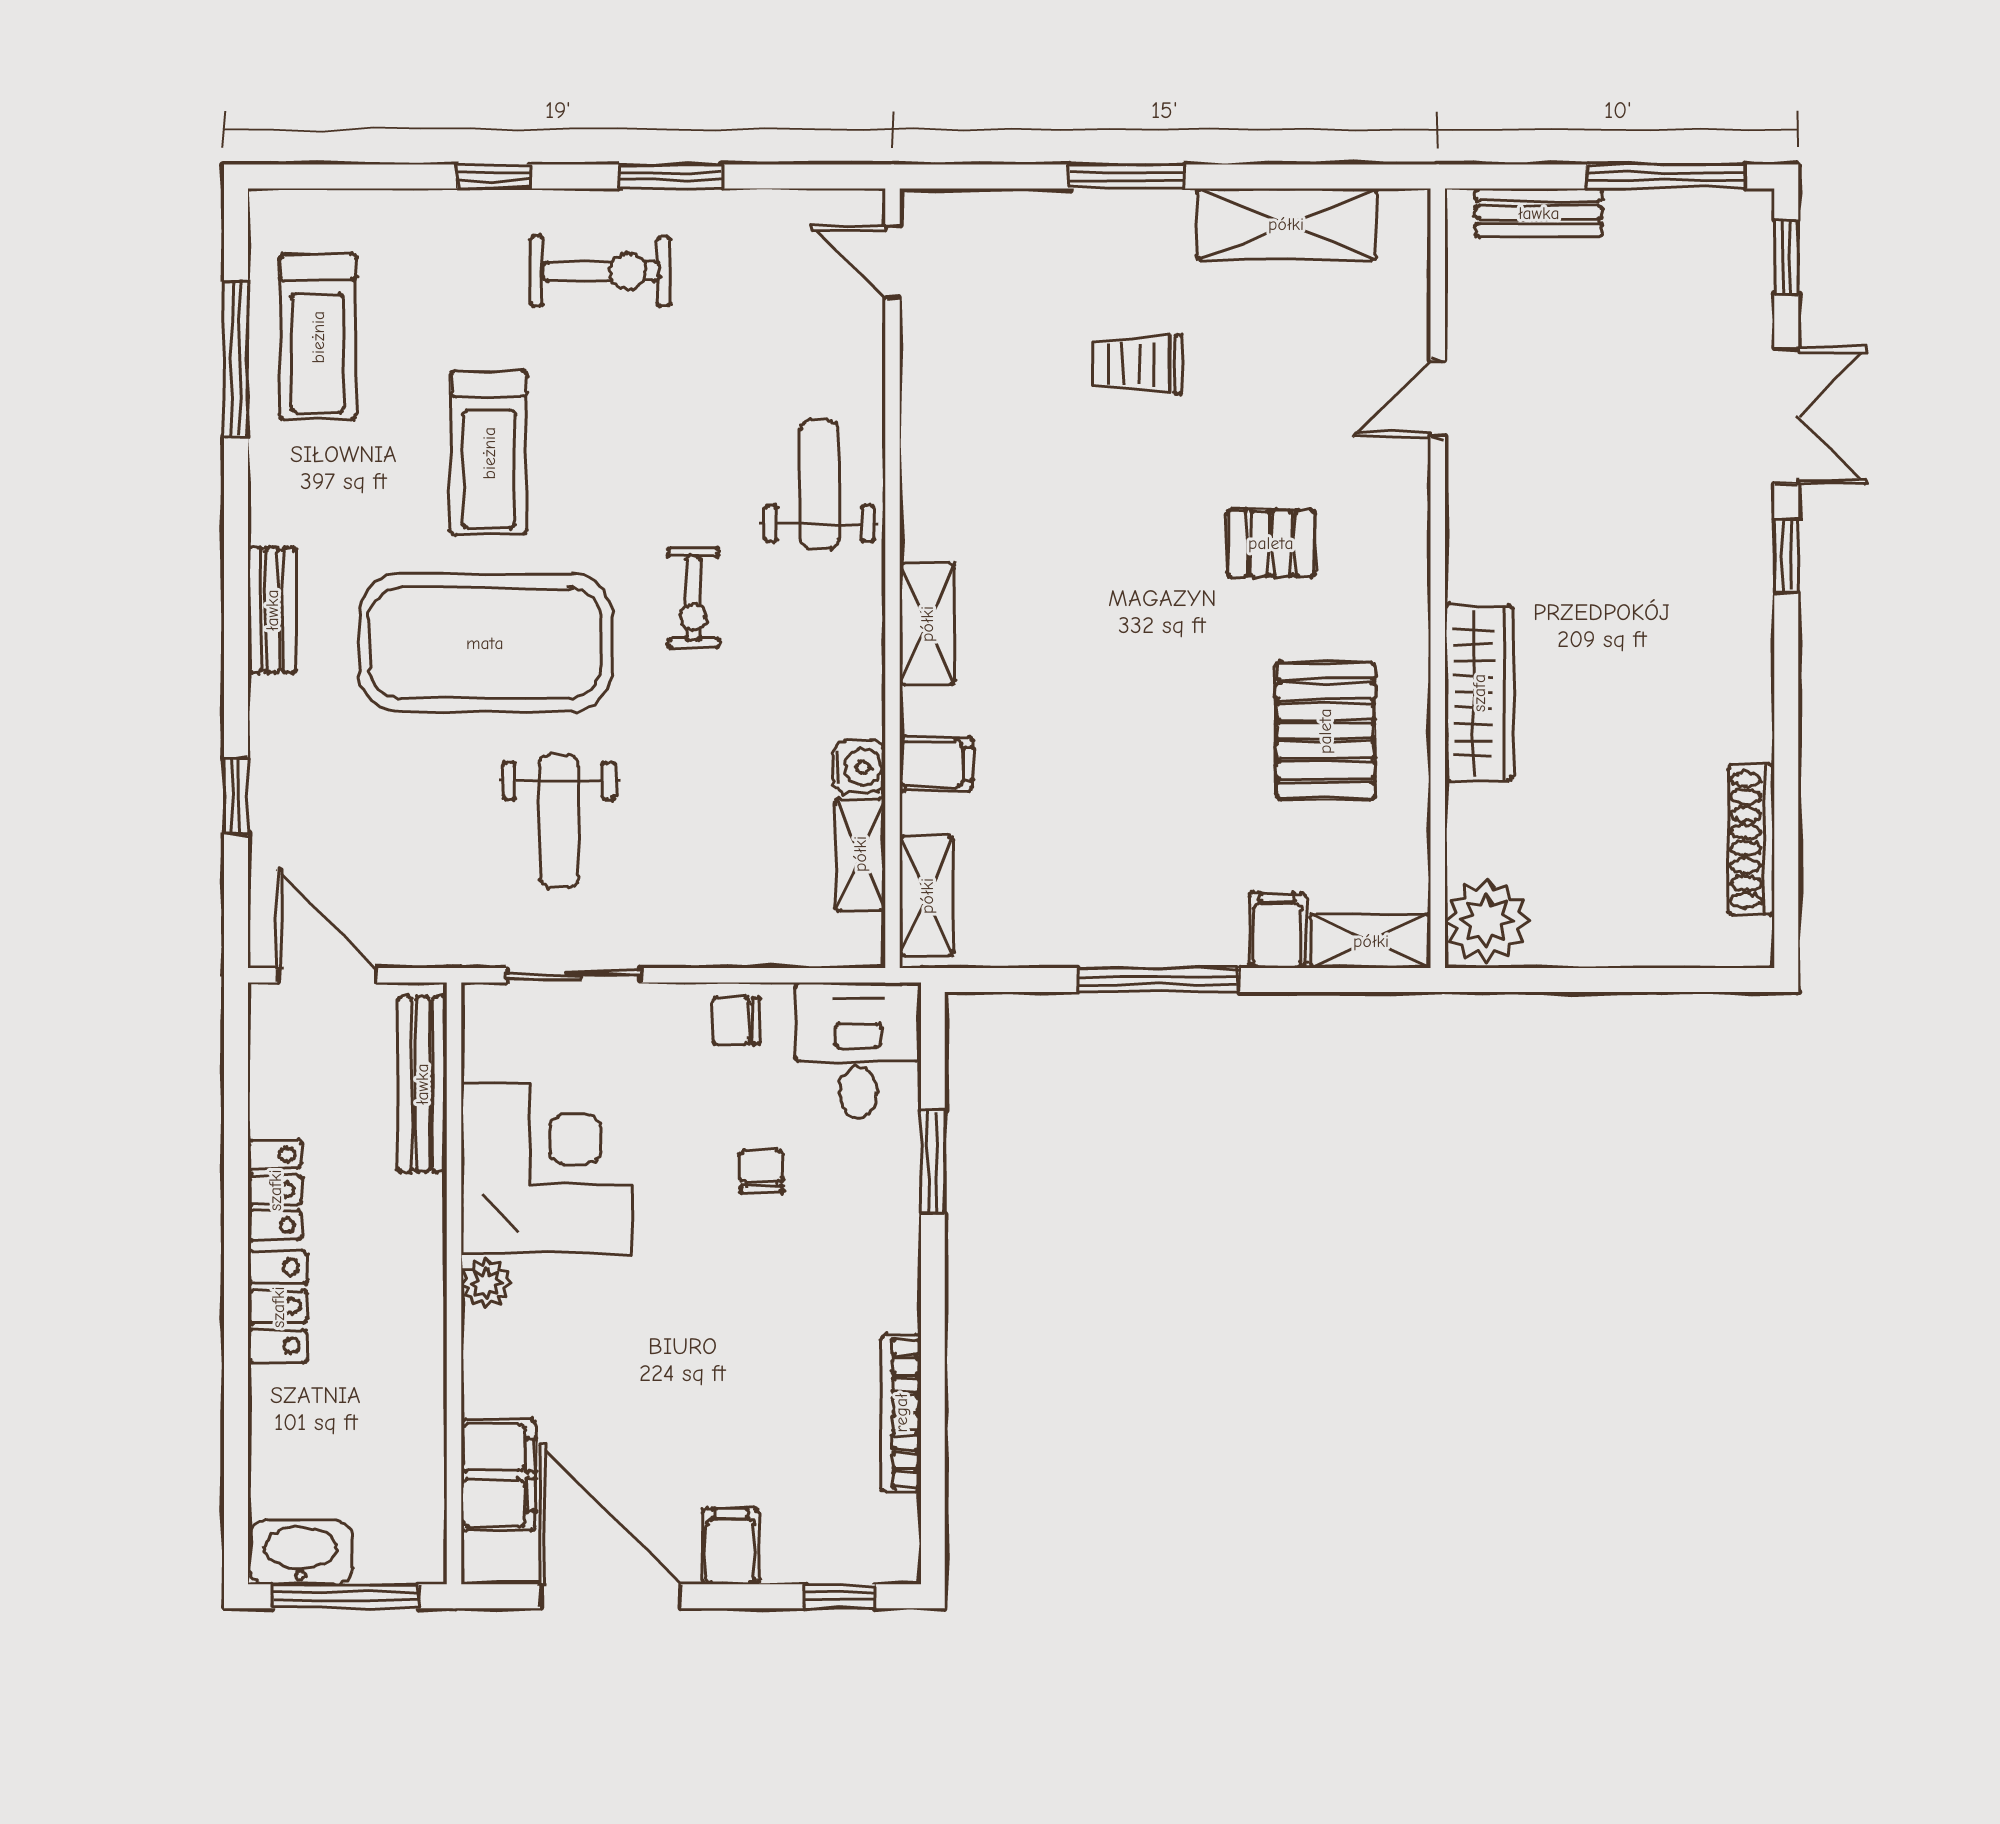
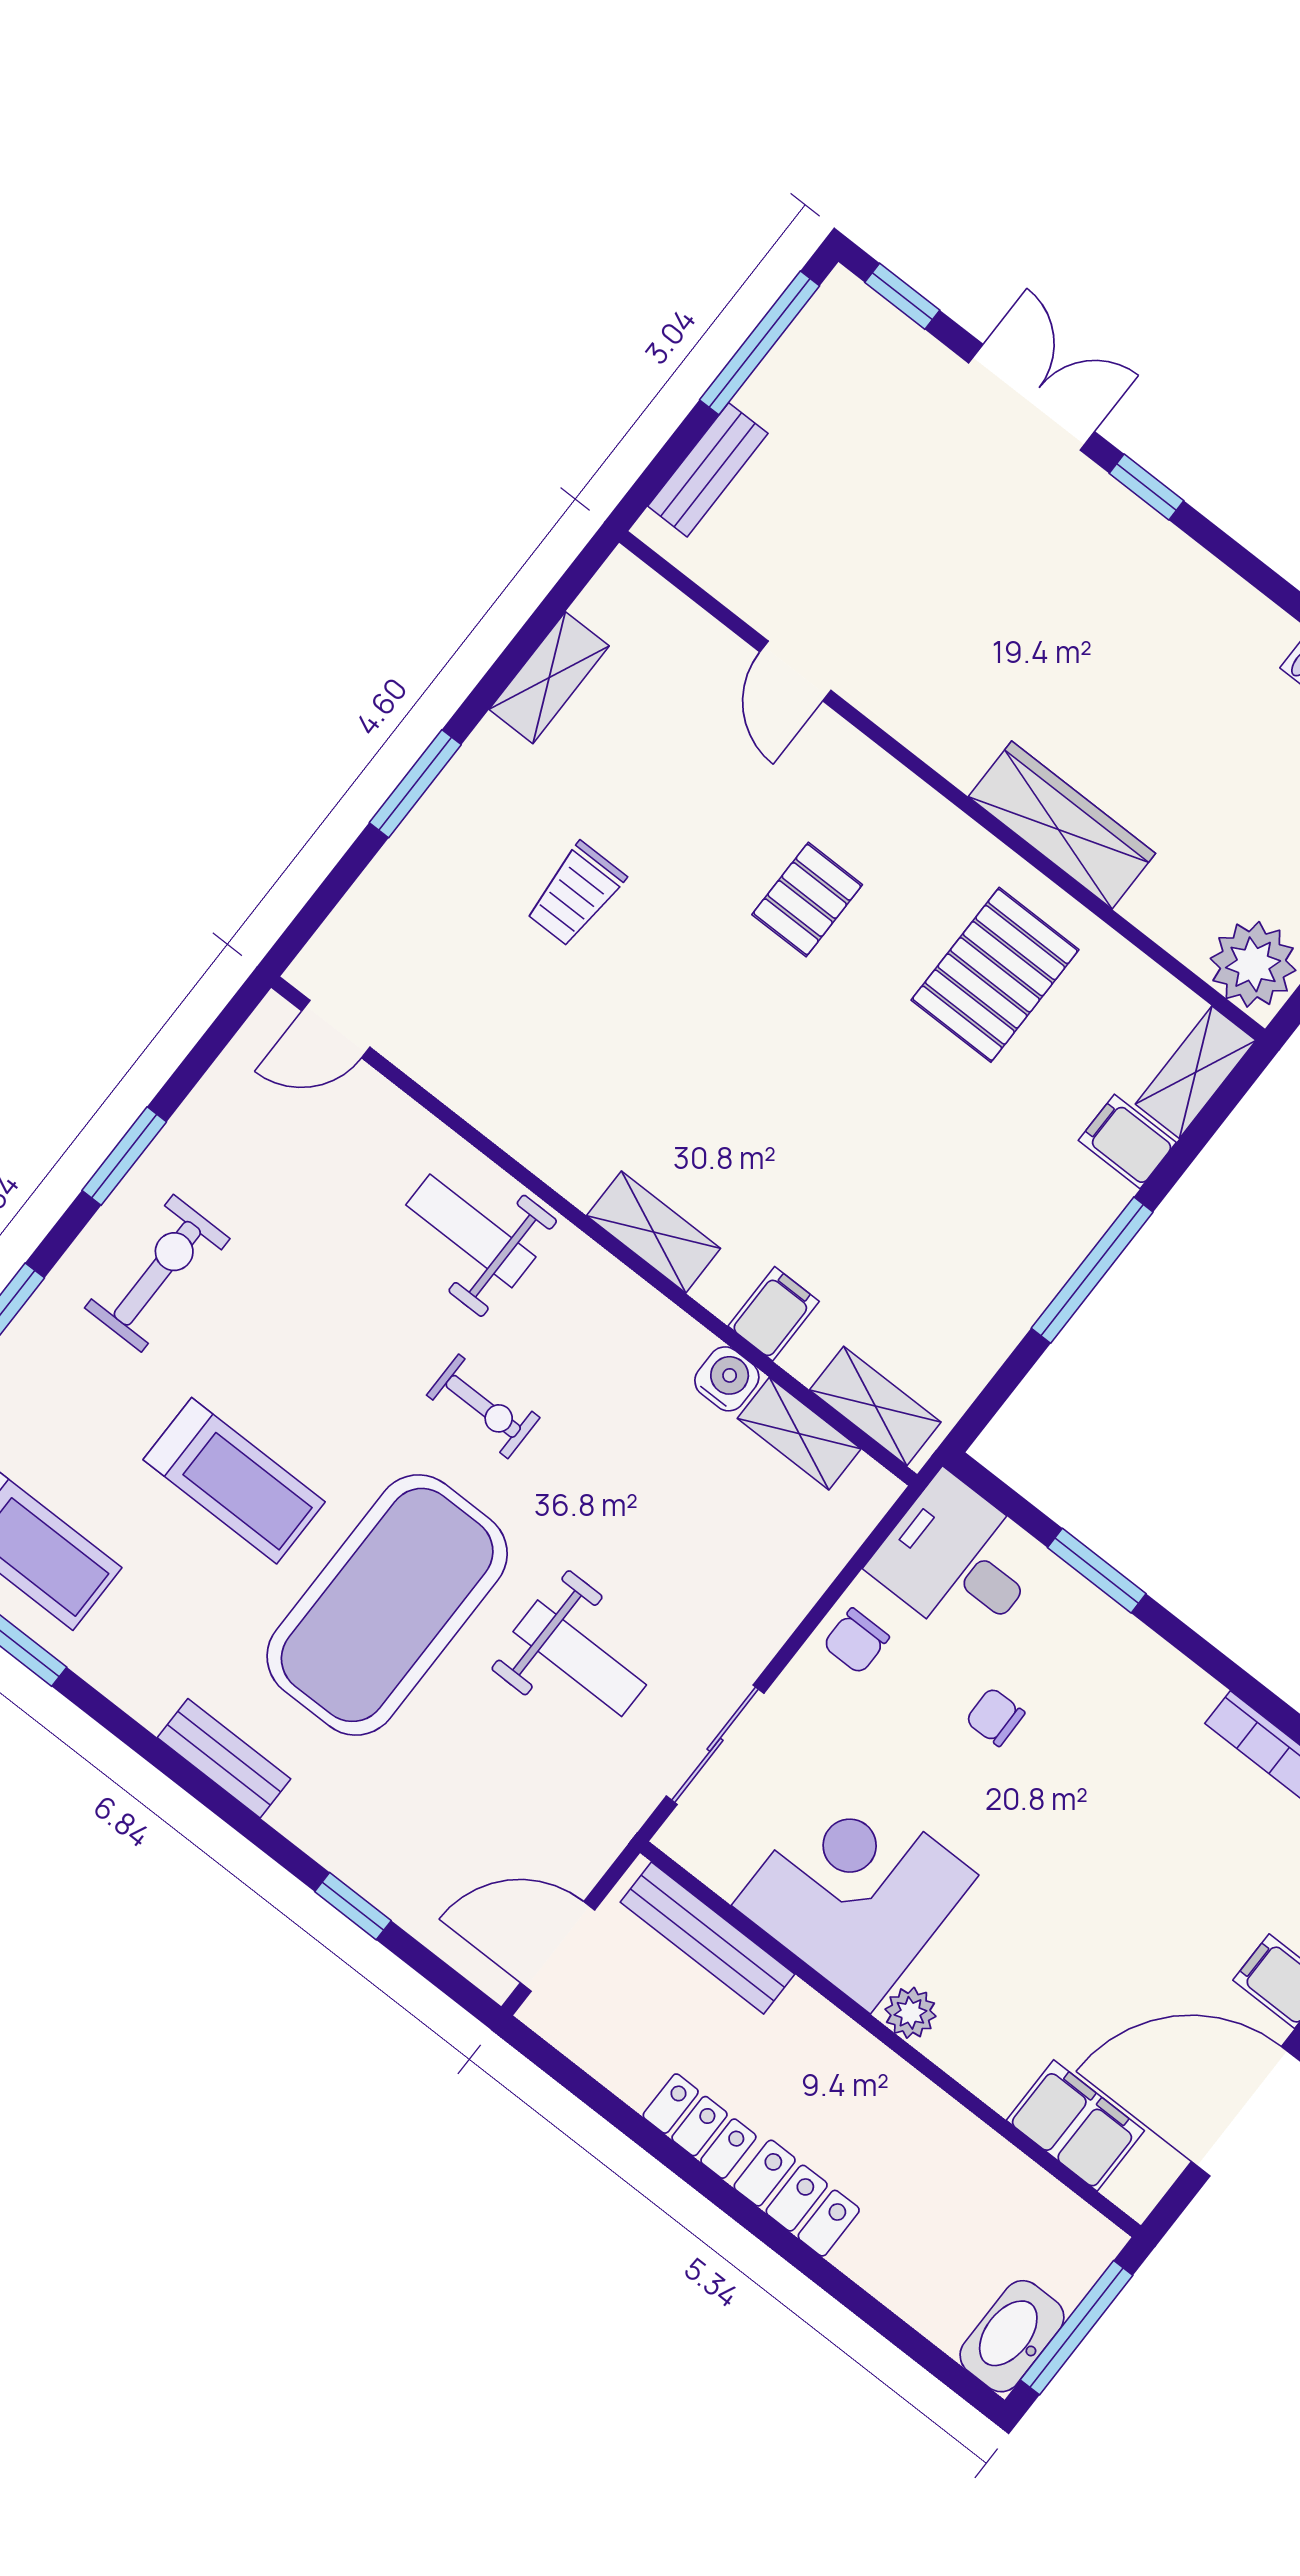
shelving: (1286, 224) -> (549, 678), width x0.67, depth x0.75
pallet: (1325, 731) -> (995, 975), turned 90

